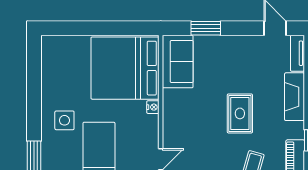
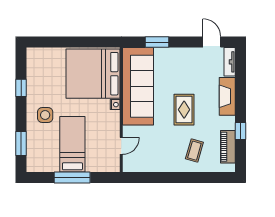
sofa: (178, 61) -> (138, 86), width x1.85, depth x1.27
window: (34, 86) -> (21, 88), added

